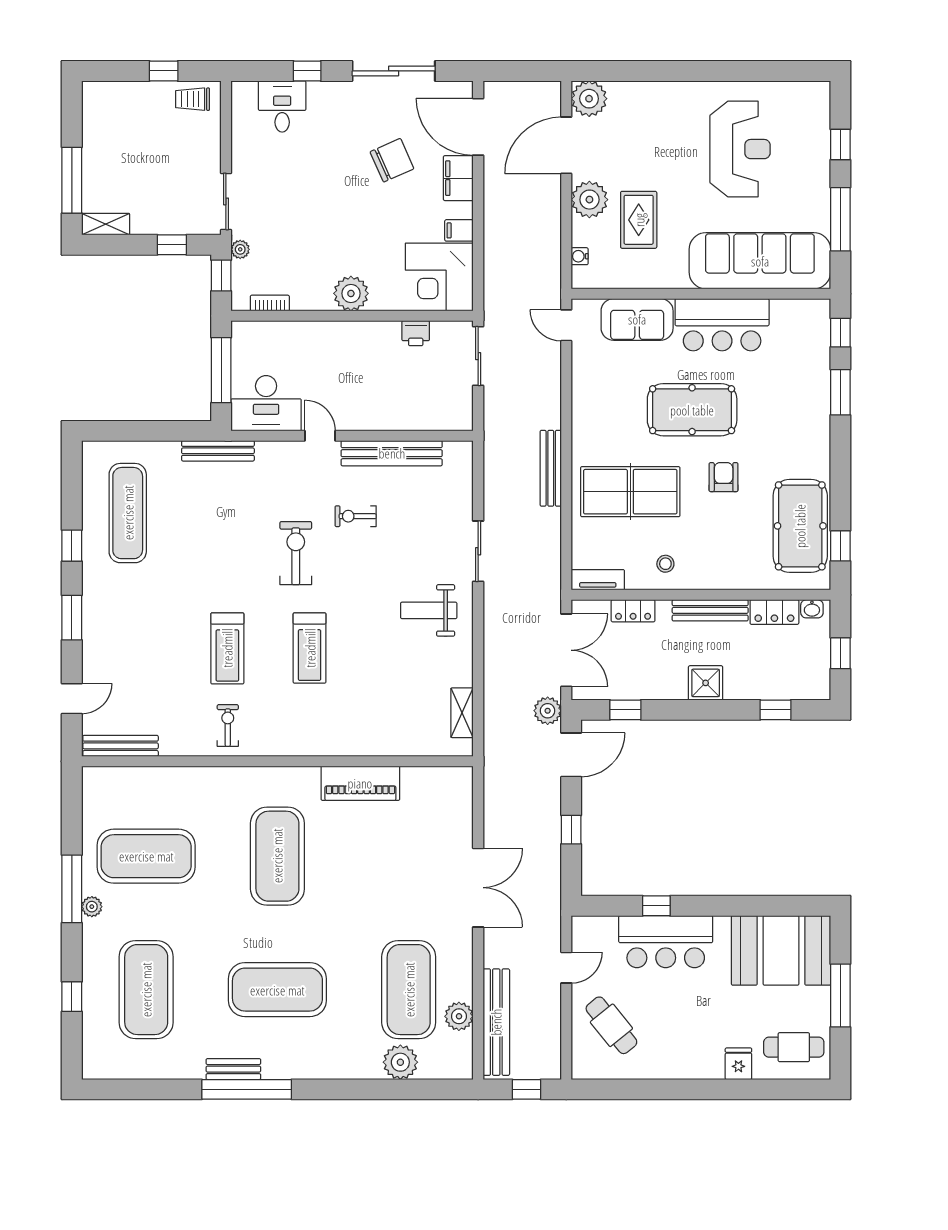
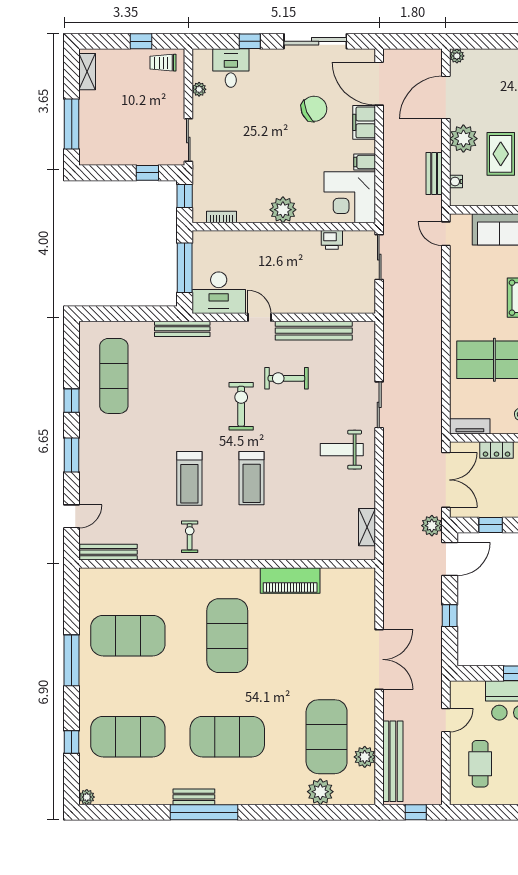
plant: (589, 99) -> (457, 56), width x0.53, depth x0.53
shelving: (106, 224) -> (87, 72), moved, turned 90
plant: (240, 249) -> (199, 89), moved
bench: (551, 468) -> (434, 173), moved, width x0.73
exercise bike: (356, 516) -> (286, 378), width x1.38, depth x1.39
plant: (92, 907) -> (87, 797), moved
exercise mat: (146, 990) -> (128, 737), turned 90
cafe table: (611, 1025) -> (480, 764), turned 39

